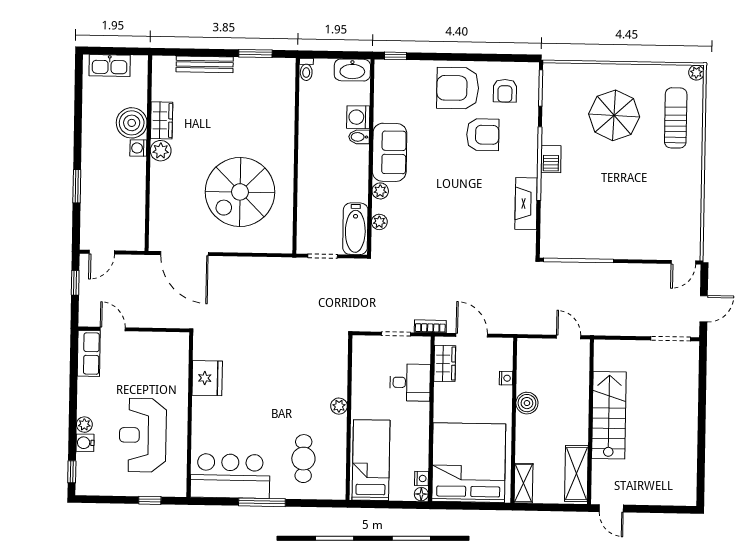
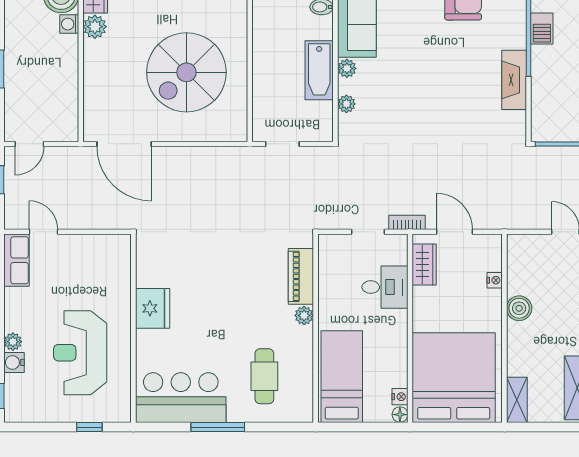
bathtub: (355, 229) -> (319, 70), moved
piano: (337, 372) -> (301, 276), added
fridge: (207, 378) -> (153, 308), moved

